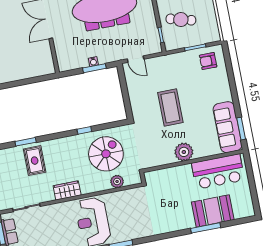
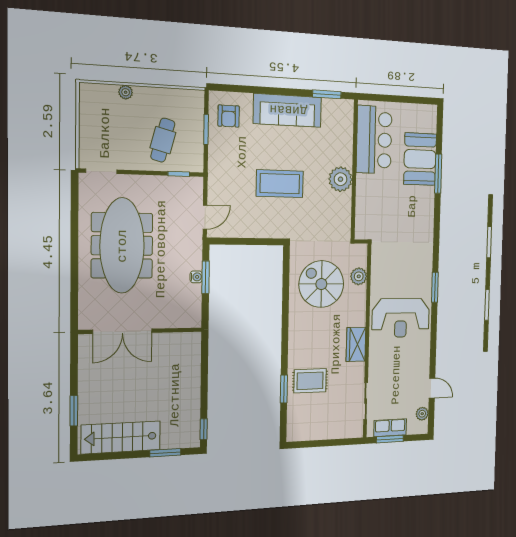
sofa: (227, 127) -> (288, 110), moved
window: (84, 130) -> (285, 307), removed

